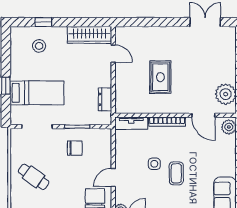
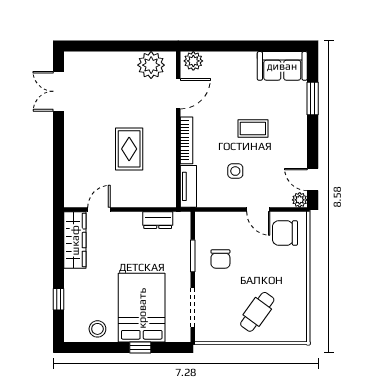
stool: (39, 46) -> (97, 329), moved
rug: (160, 77) -> (129, 149), turned 90
bed: (37, 93) -> (142, 308), width x1.50
chair: (75, 148) -> (220, 259), turned 180
side table: (154, 164) -> (235, 171), moved

